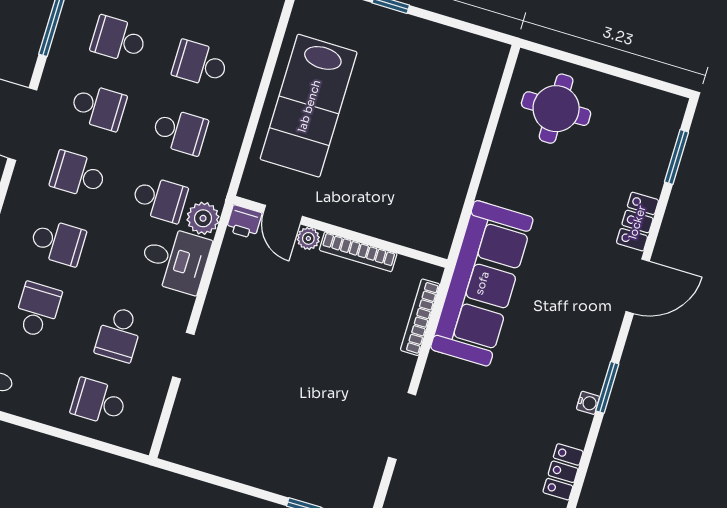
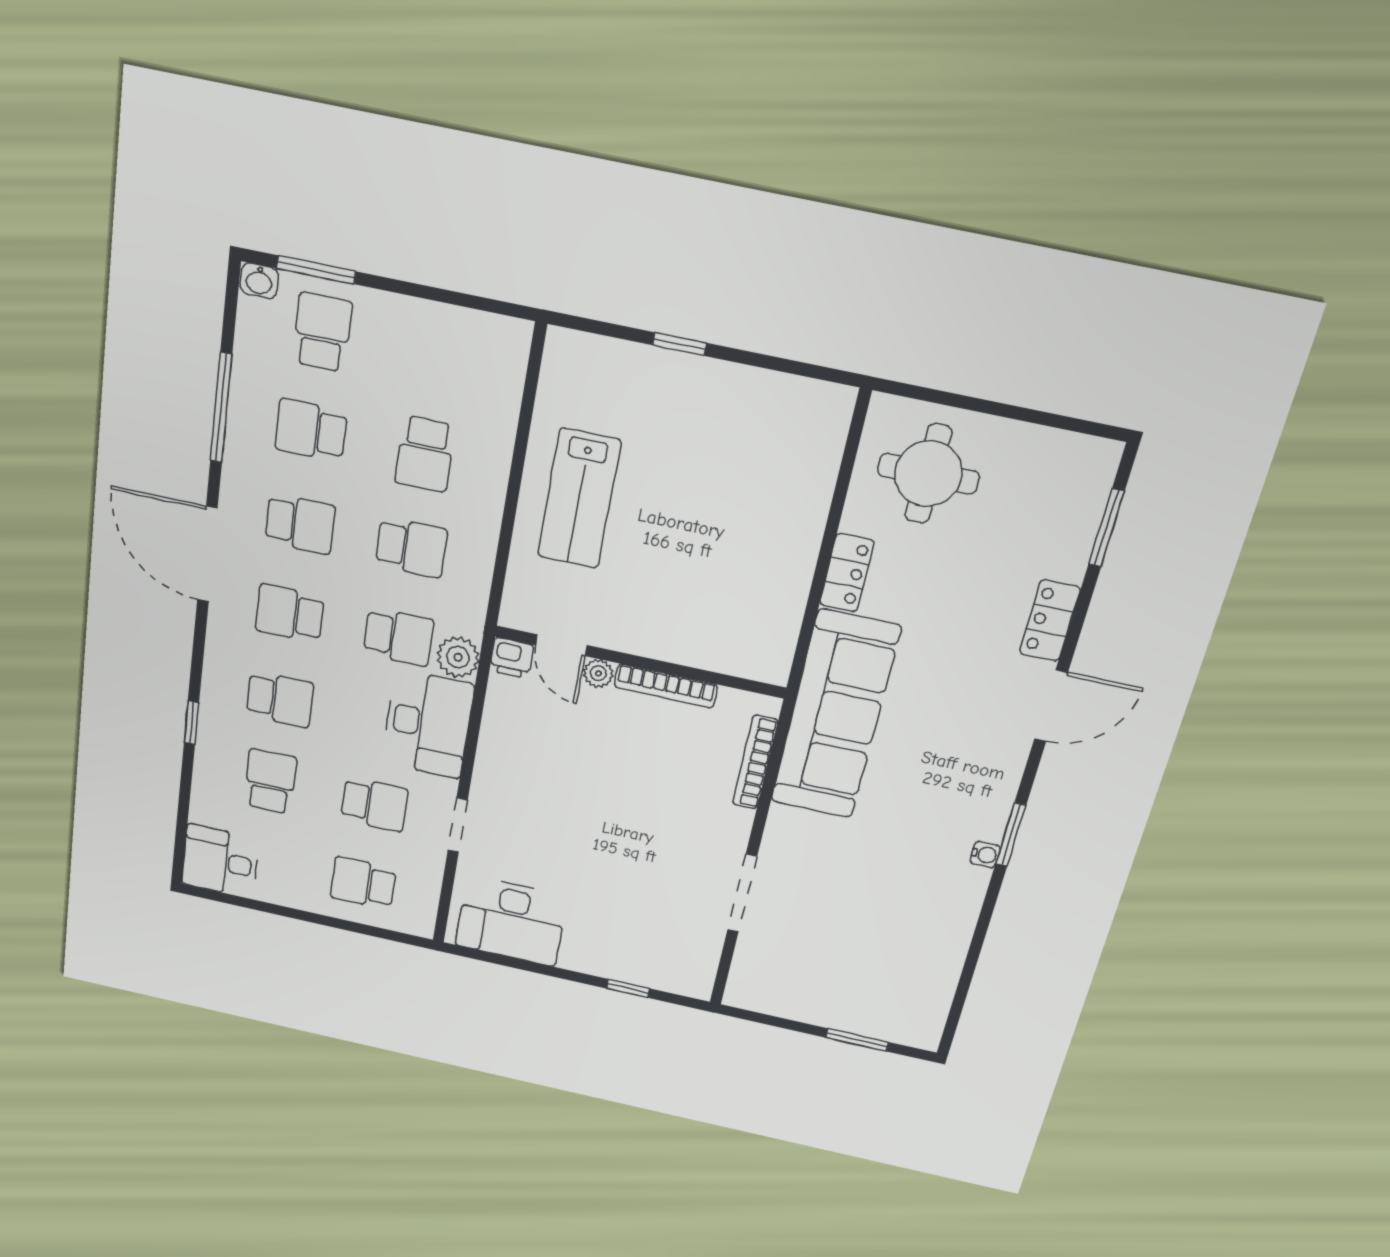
school desk: (200, 64) -> (425, 454), turned -90
lab bench: (309, 106) -> (579, 499), width x0.73, depth x0.72
desk: (175, 260) -> (428, 724), width x1.37
school desk: (119, 334) -> (374, 804), turned -90
desk: (216, 442) -> (511, 921), added
locker: (563, 472) -> (847, 573), moved, turned 180

